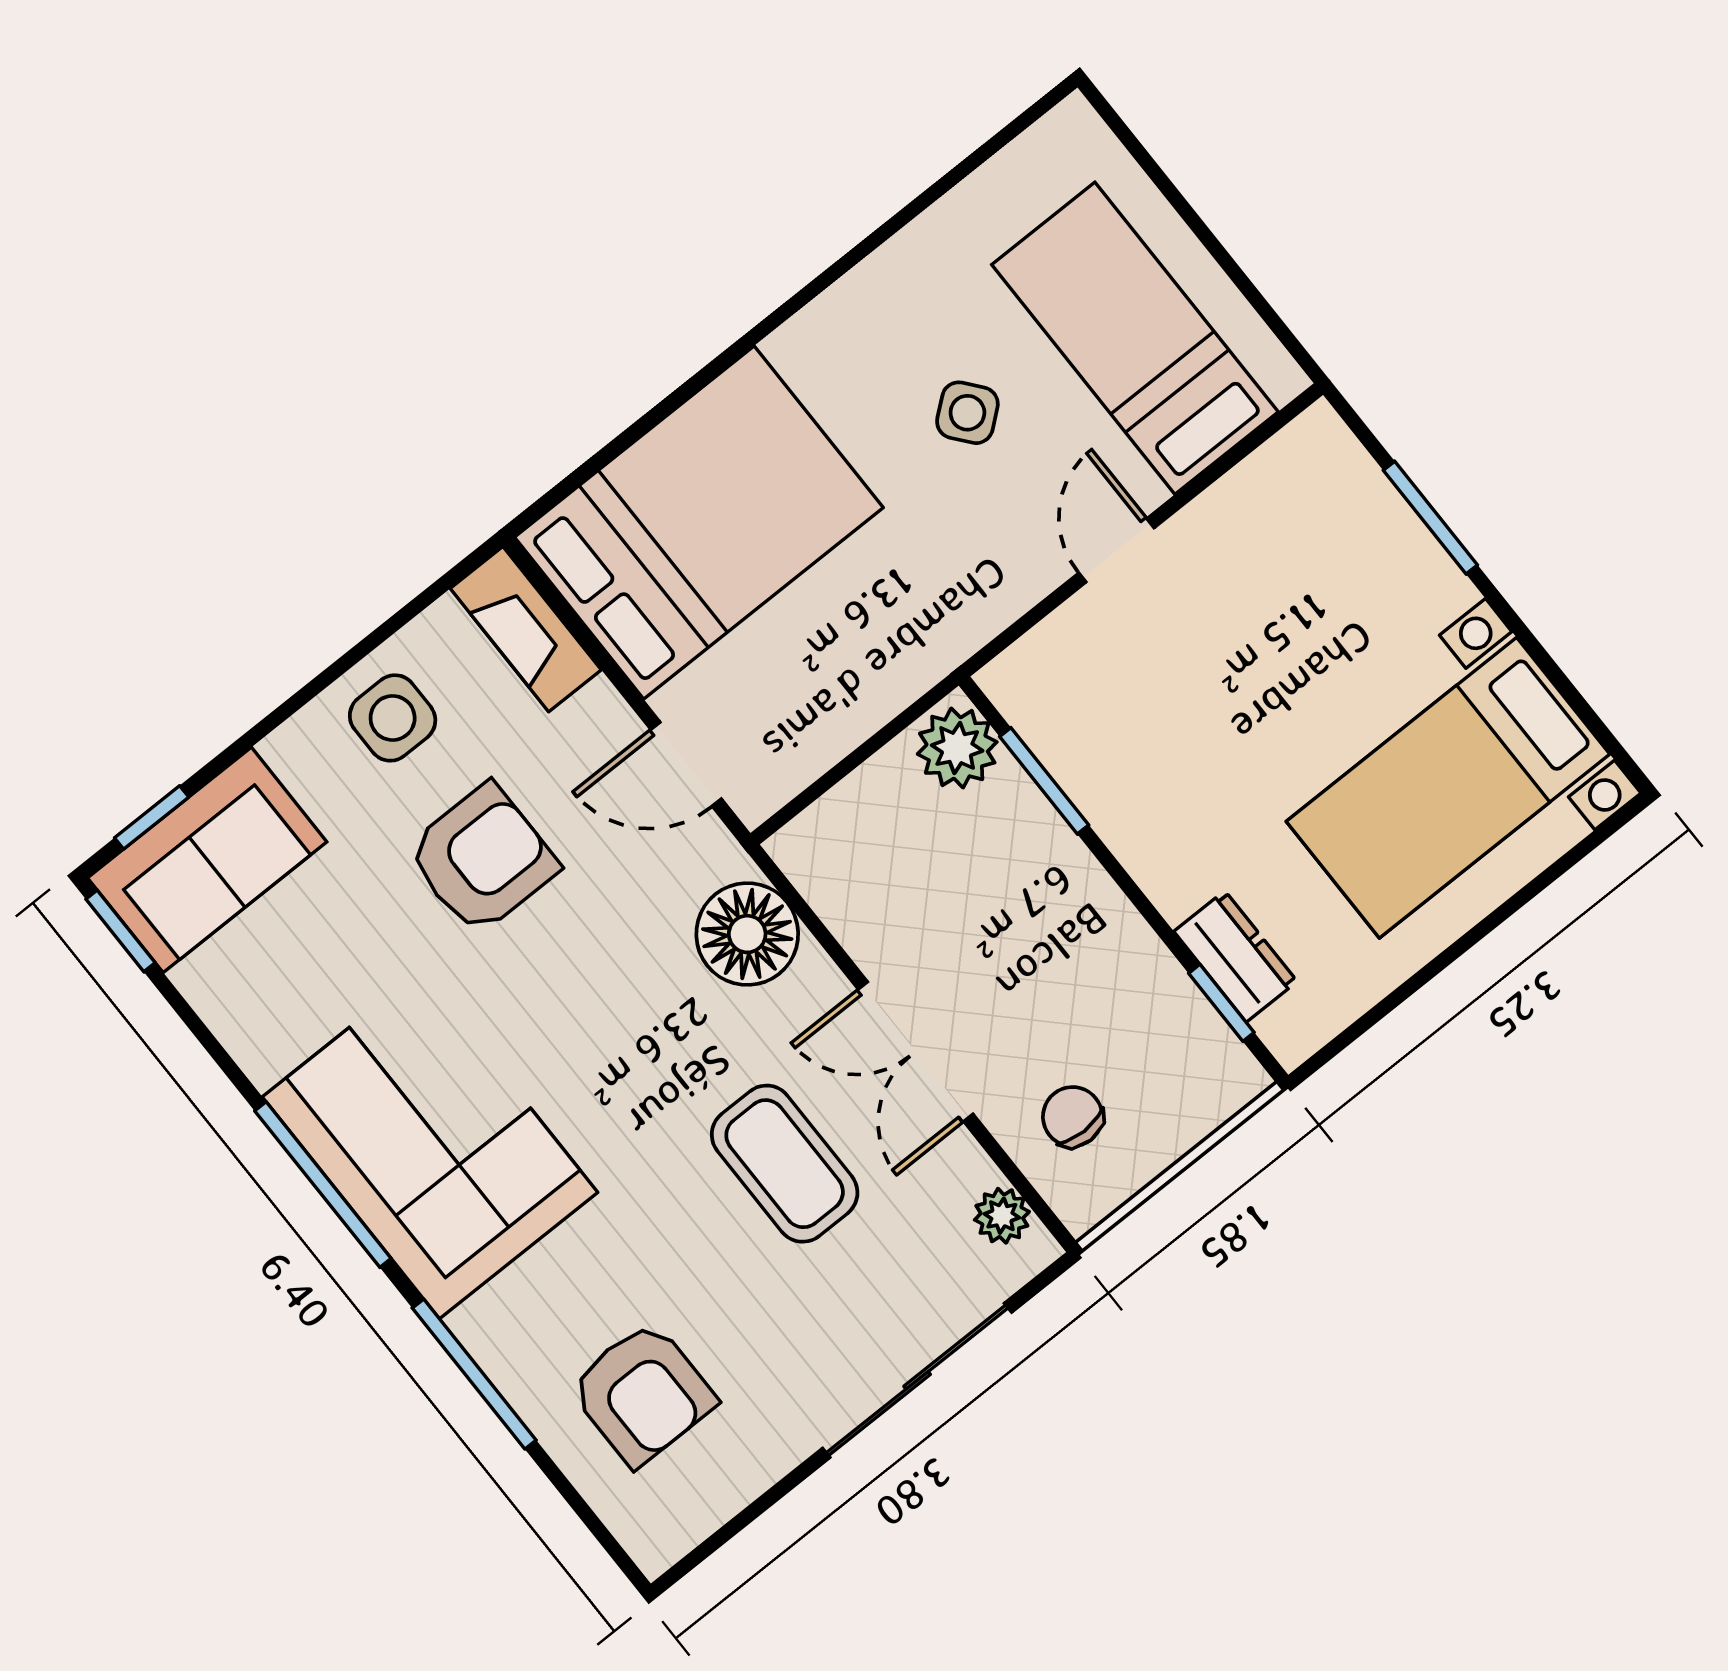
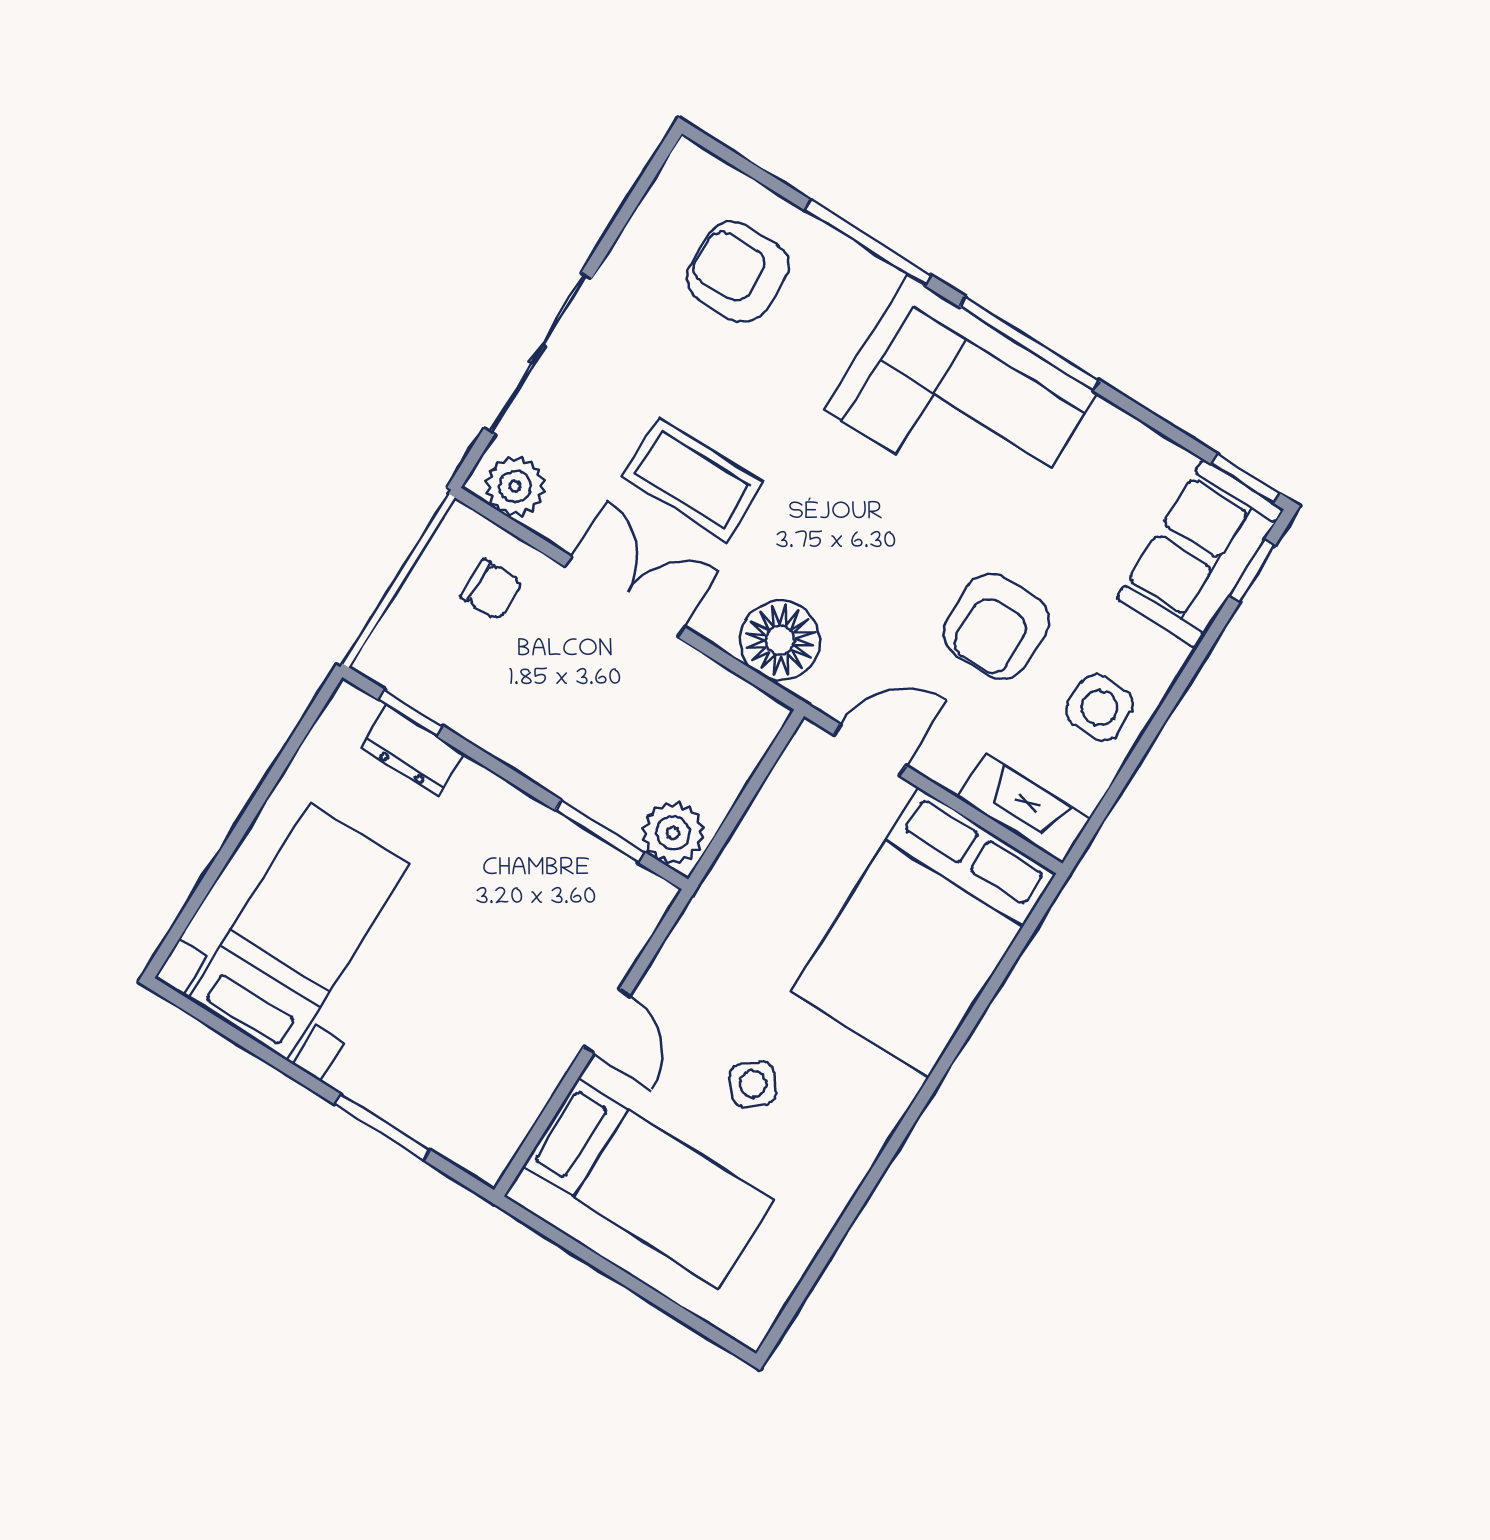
plant: (1002, 1216) -> (515, 486), width x1.38, depth x1.38

